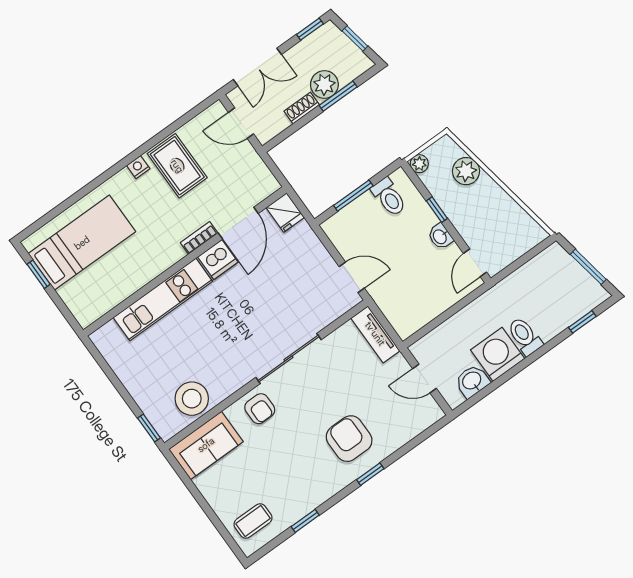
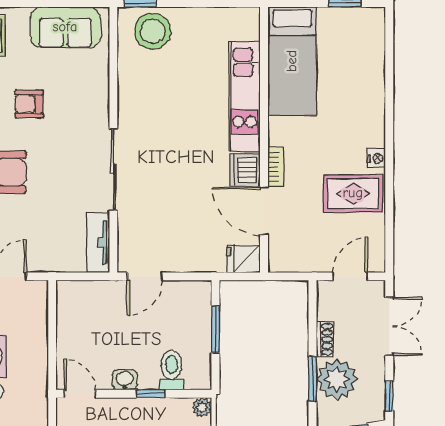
double door: (257, 67) -> (389, 326), swing flipped
plant: (324, 85) -> (337, 379), width x1.36, depth x1.36
toilet: (389, 197) -> (172, 370), moved, turned 90
bed: (82, 243) -> (292, 61), moved
tv unit: (375, 334) -> (98, 243), moved, turned -90
stool: (192, 399) -> (153, 31), moved
armchair: (260, 409) -> (29, 104), moved
sofa: (206, 445) -> (65, 27), moved, turned -90

